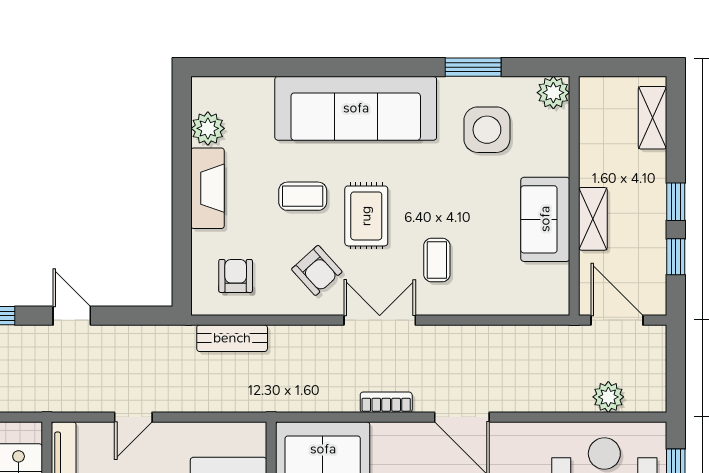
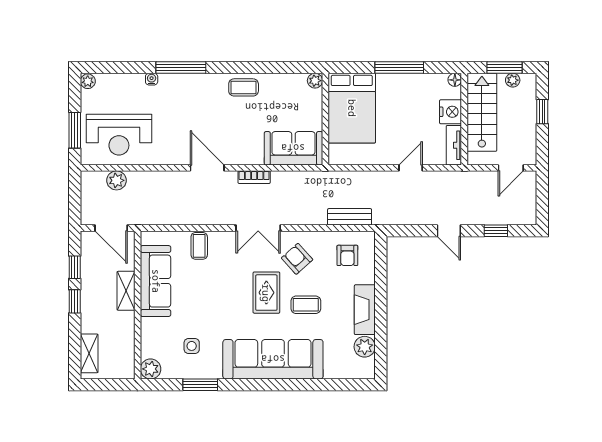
side table: (487, 130) -> (192, 346), width x0.54, depth x0.54
sofa: (545, 219) -> (156, 281), width x1.36
coffee table: (437, 260) -> (199, 246), moved

